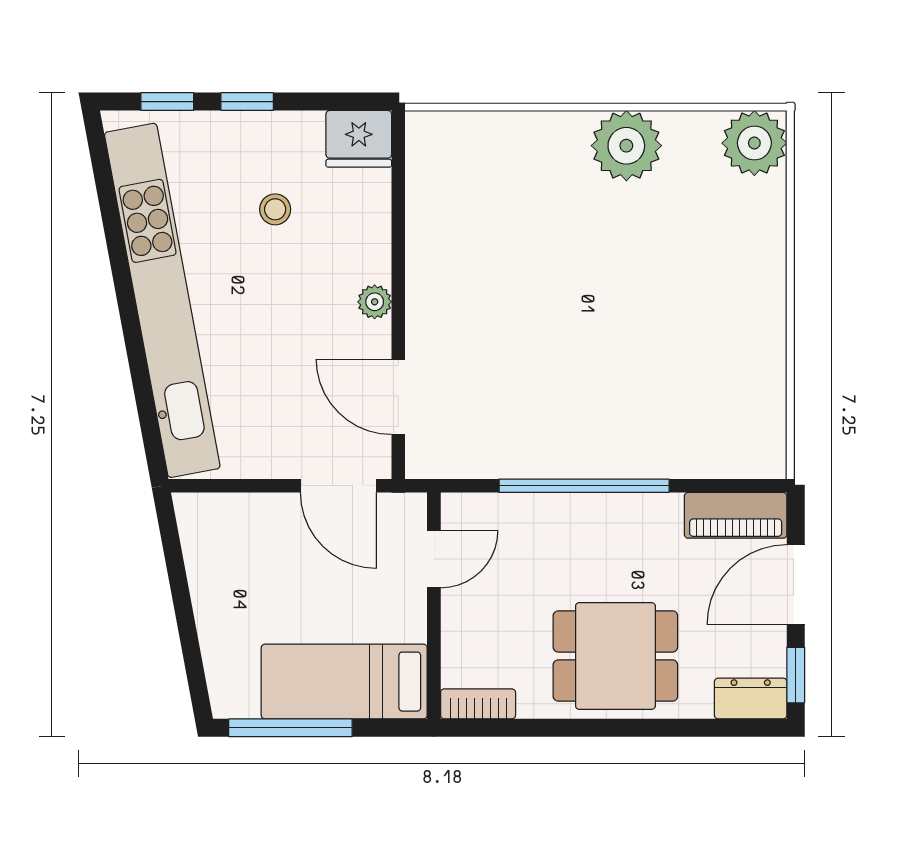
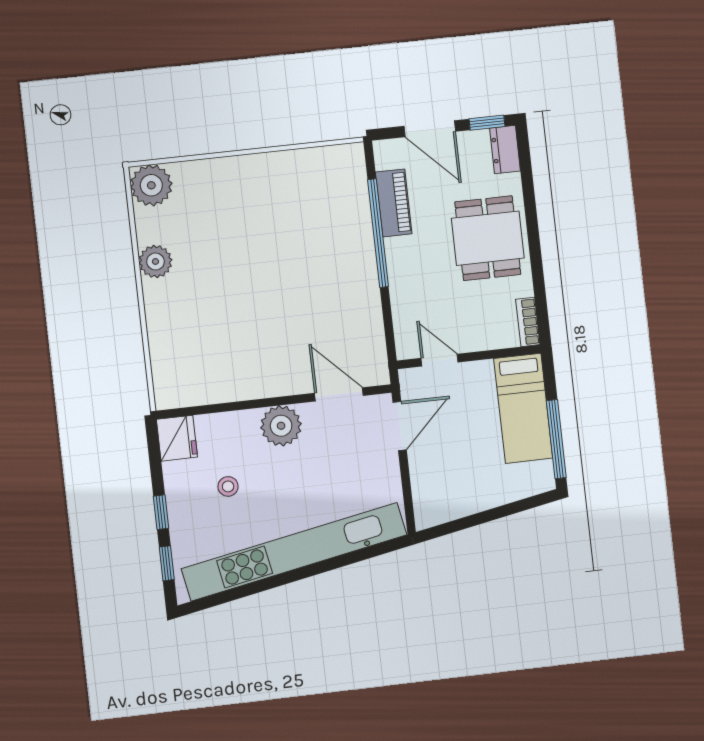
plant: (626, 146) -> (155, 261), width x0.73, depth x0.73
plant: (375, 302) -> (281, 426), width x1.88, depth x1.88
door: (398, 397) -> (339, 394), swing flipped
window: (584, 486) -> (378, 233), moved
piano: (736, 515) -> (394, 203), moved

